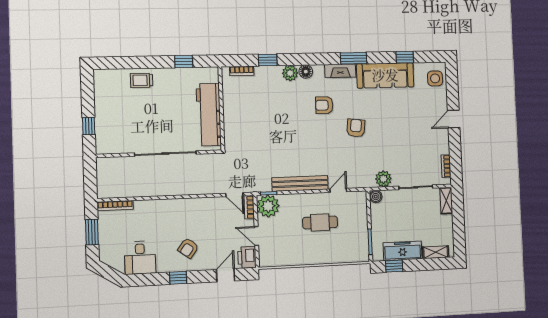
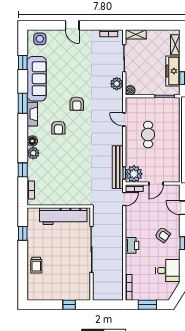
armchair: (356, 128) -> (77, 104), turned -96
bench: (300, 183) -> (118, 167), moved
printer: (247, 257) -> (132, 245), moved, turned -90

